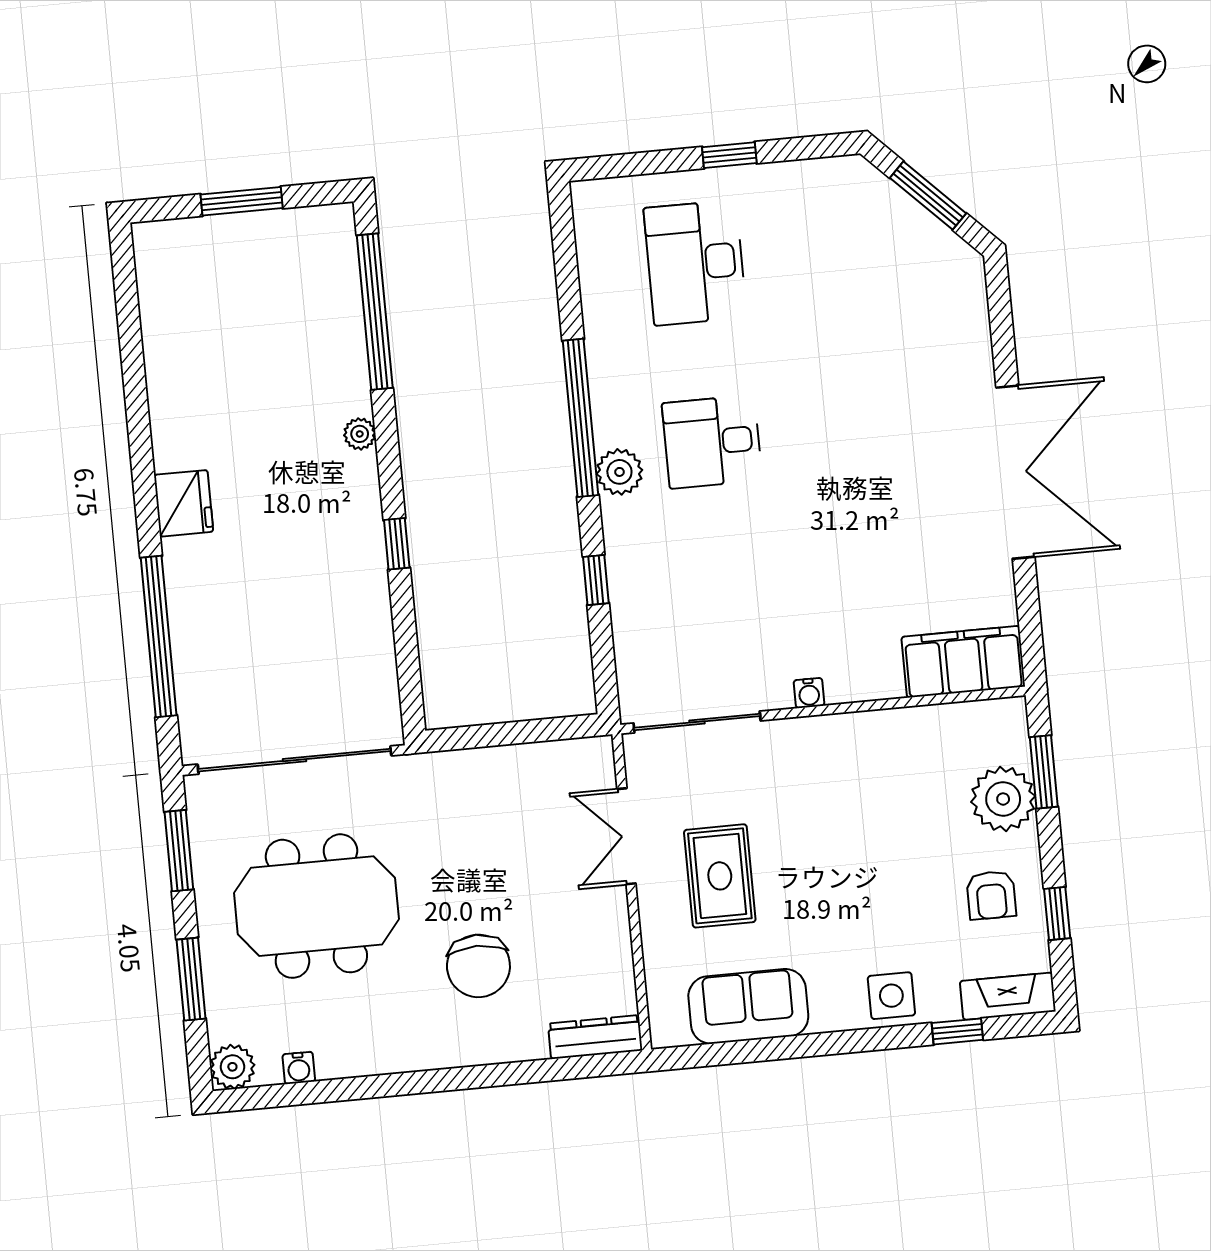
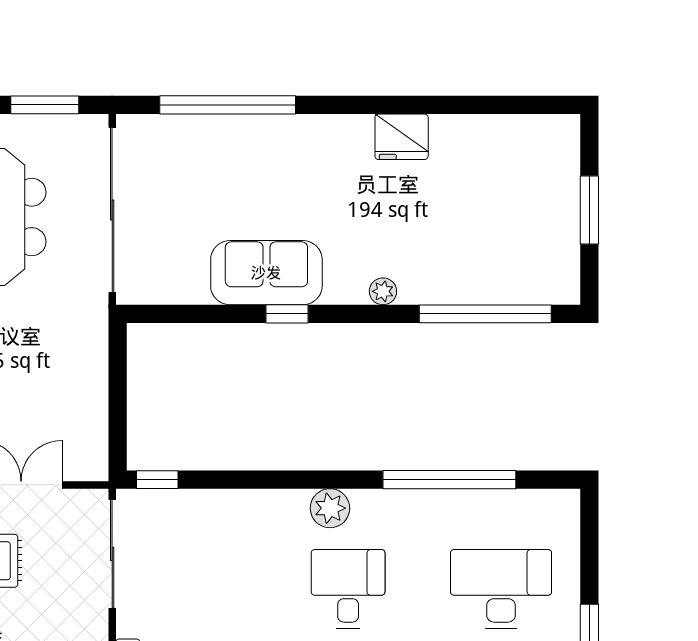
window: (581, 418) -> (449, 480), moved
fridge: (184, 503) -> (402, 137), moved
sofa: (351, 572) -> (266, 273), added
window: (596, 580) -> (157, 480), moved

